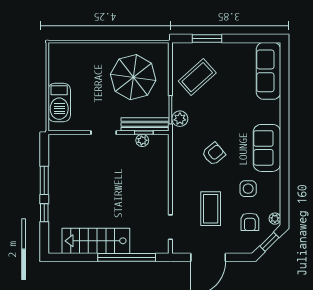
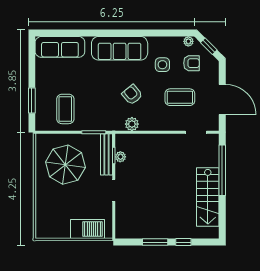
coffee table: (197, 77) -> (65, 109), turned 42
plant: (180, 119) -> (132, 124), moved
sofa: (267, 148) -> (120, 48), width x1.36

